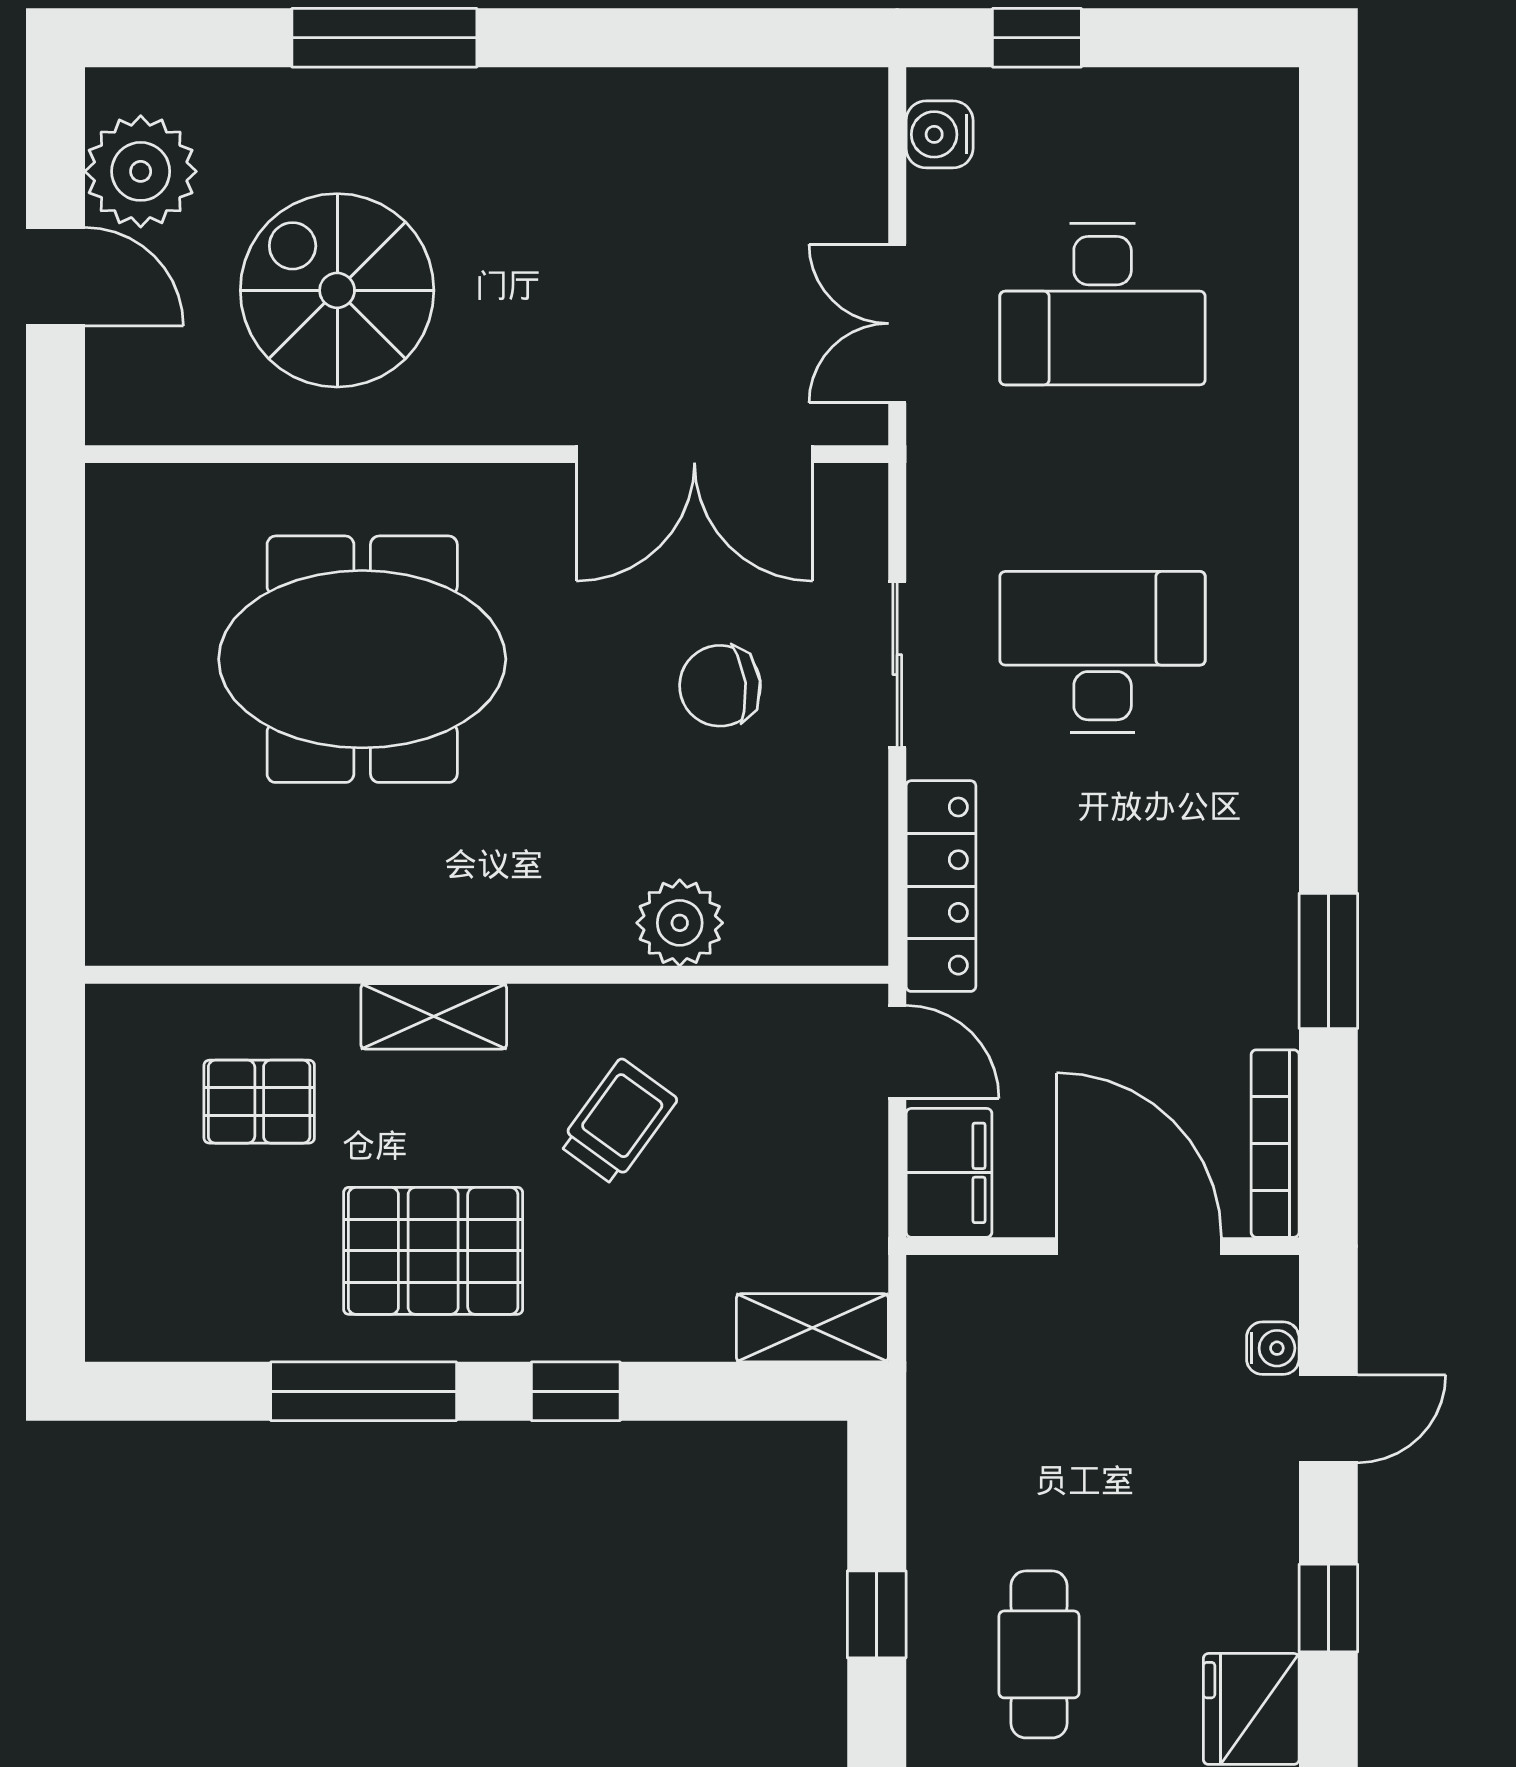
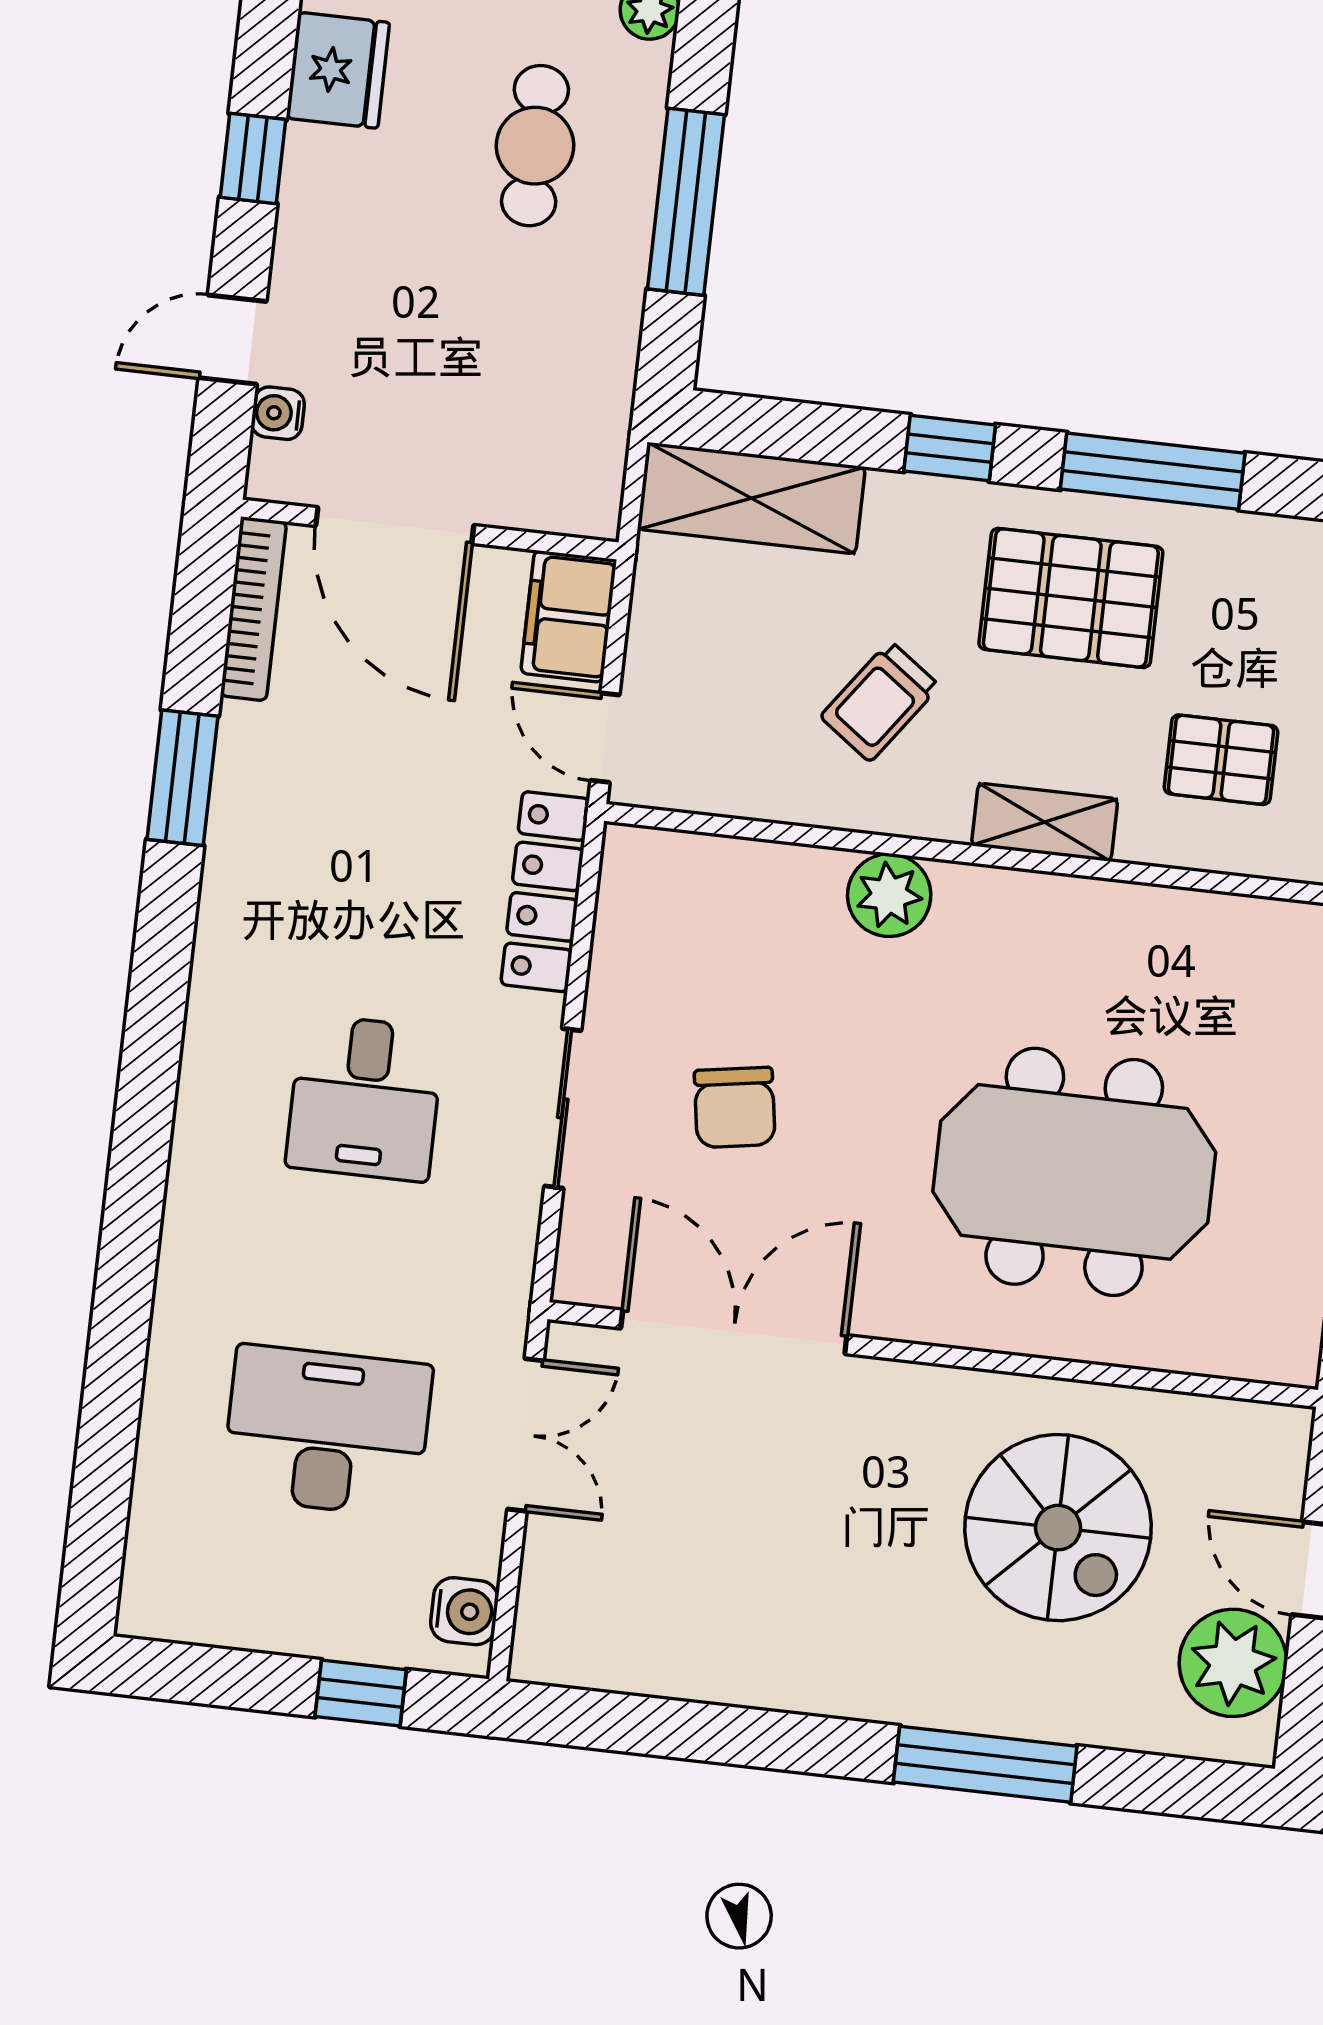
desk: (1103, 652) -> (365, 1098), width x0.73
chair: (720, 686) -> (735, 1107), turned 88
plant: (680, 923) -> (889, 895), moved
shelving: (812, 1328) -> (751, 498), width x1.50, depth x1.33
window: (877, 1614) -> (686, 202), width x2.17

